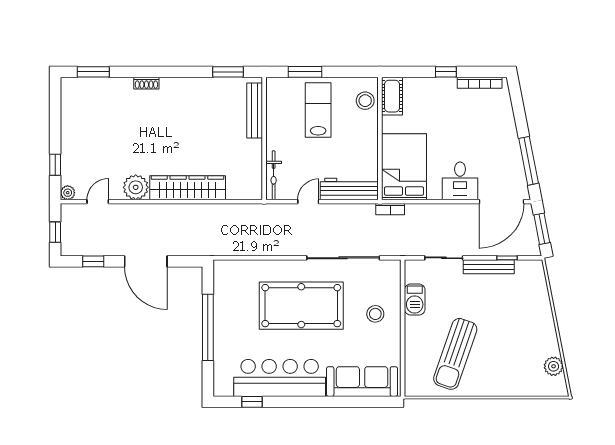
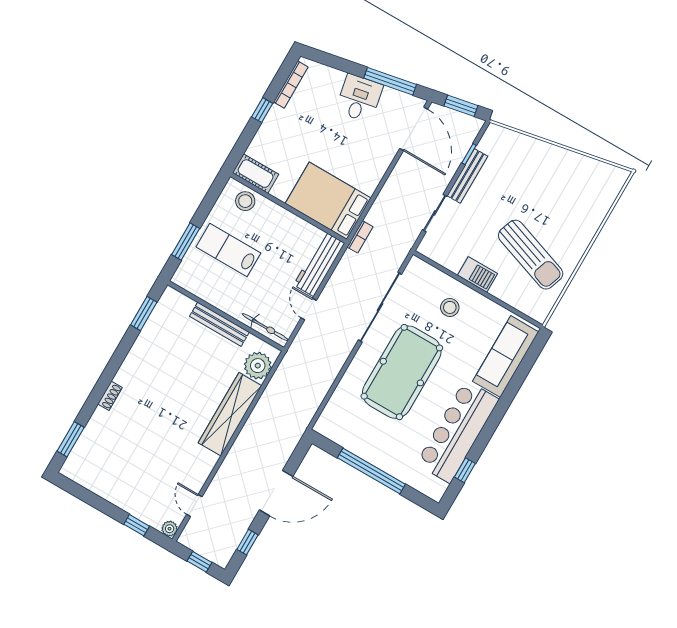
bench: (255, 111) -> (219, 324), moved
desk: (460, 181) -> (359, 98), moved, turned -101
plant: (136, 187) -> (258, 366), moved
barbecue: (415, 299) -> (478, 274), moved
plant: (554, 366) -> (596, 170), removed

